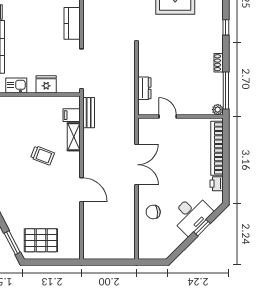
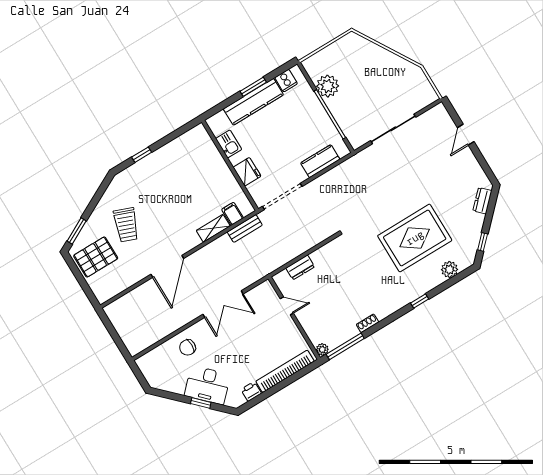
window: (226, 27) -> (420, 301), moved
door: (168, 116) -> (287, 306), hinge flipped
trolley: (42, 155) -> (126, 225), moved, width x1.36, depth x1.39
door: (82, 190) -> (167, 266), width x1.36
chair: (153, 212) -> (188, 347), turned -84
pallet: (41, 240) -> (96, 257), turned 90

